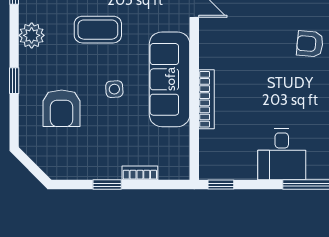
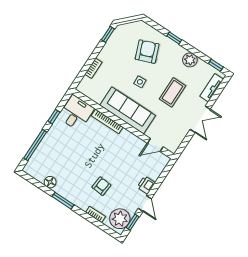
armchair: (62, 108) -> (147, 52), turned 69
desk: (282, 154) -> (76, 113), moved, turned 90
window: (107, 185) -> (108, 34), moved
window: (221, 185) -> (54, 117), moved

